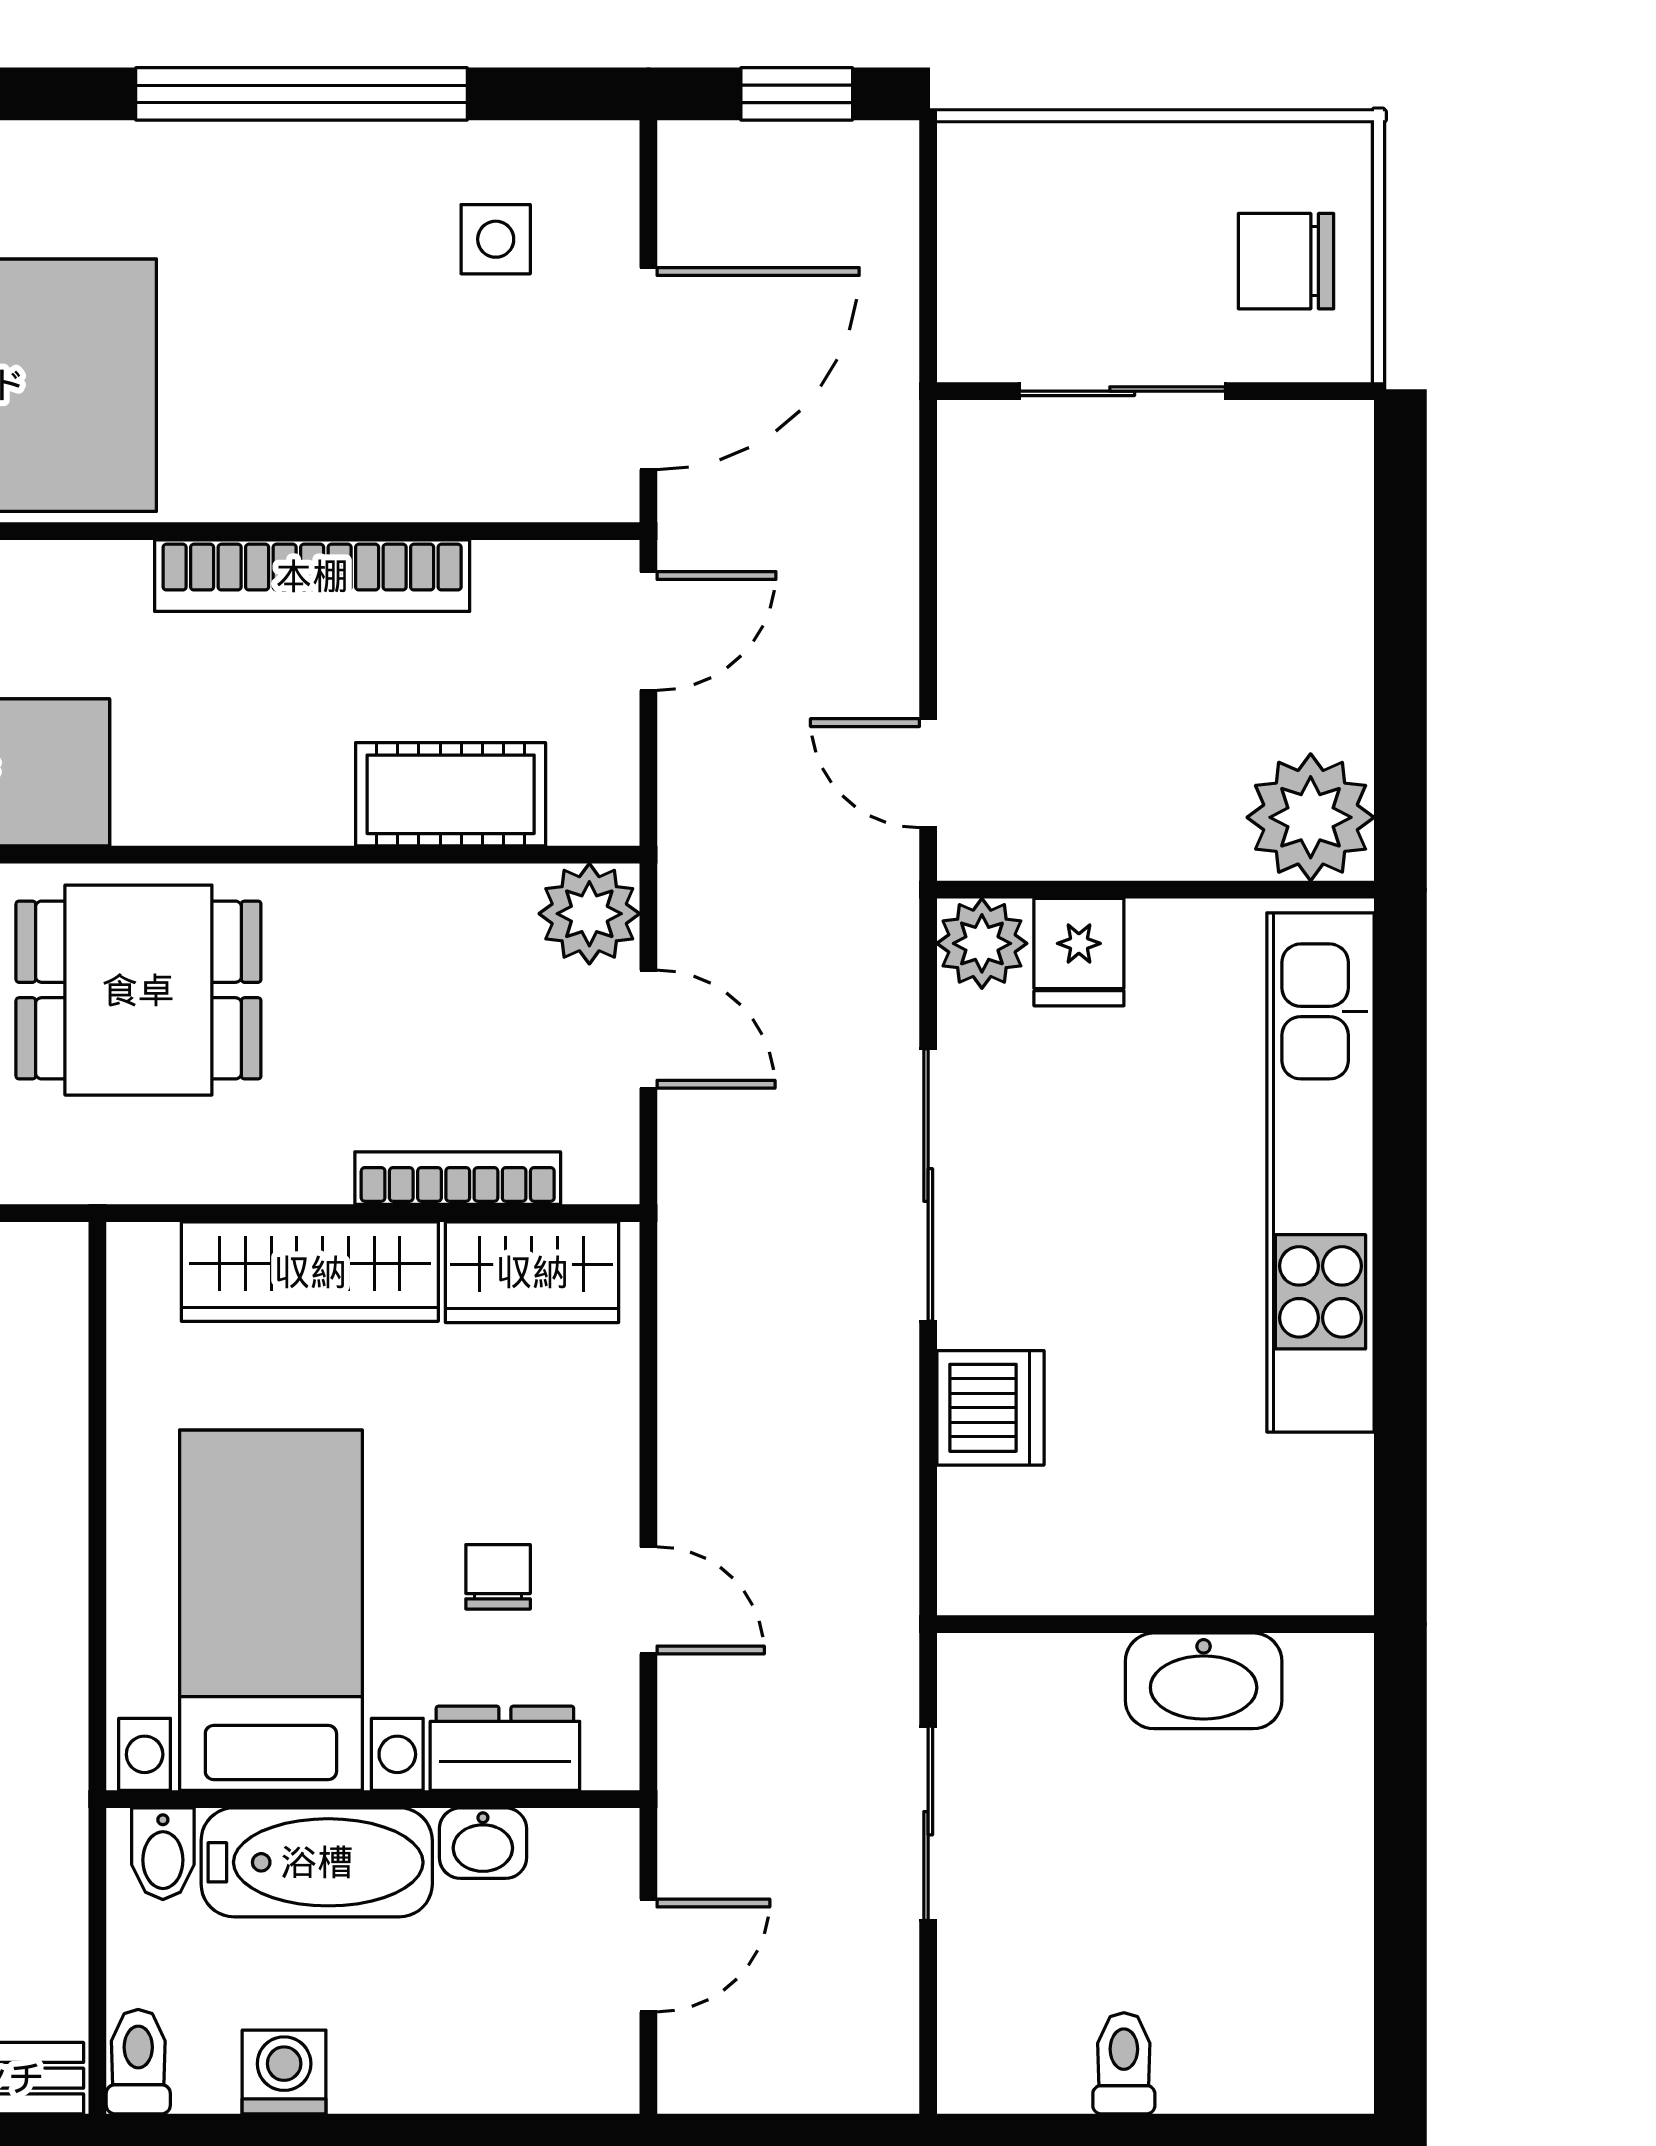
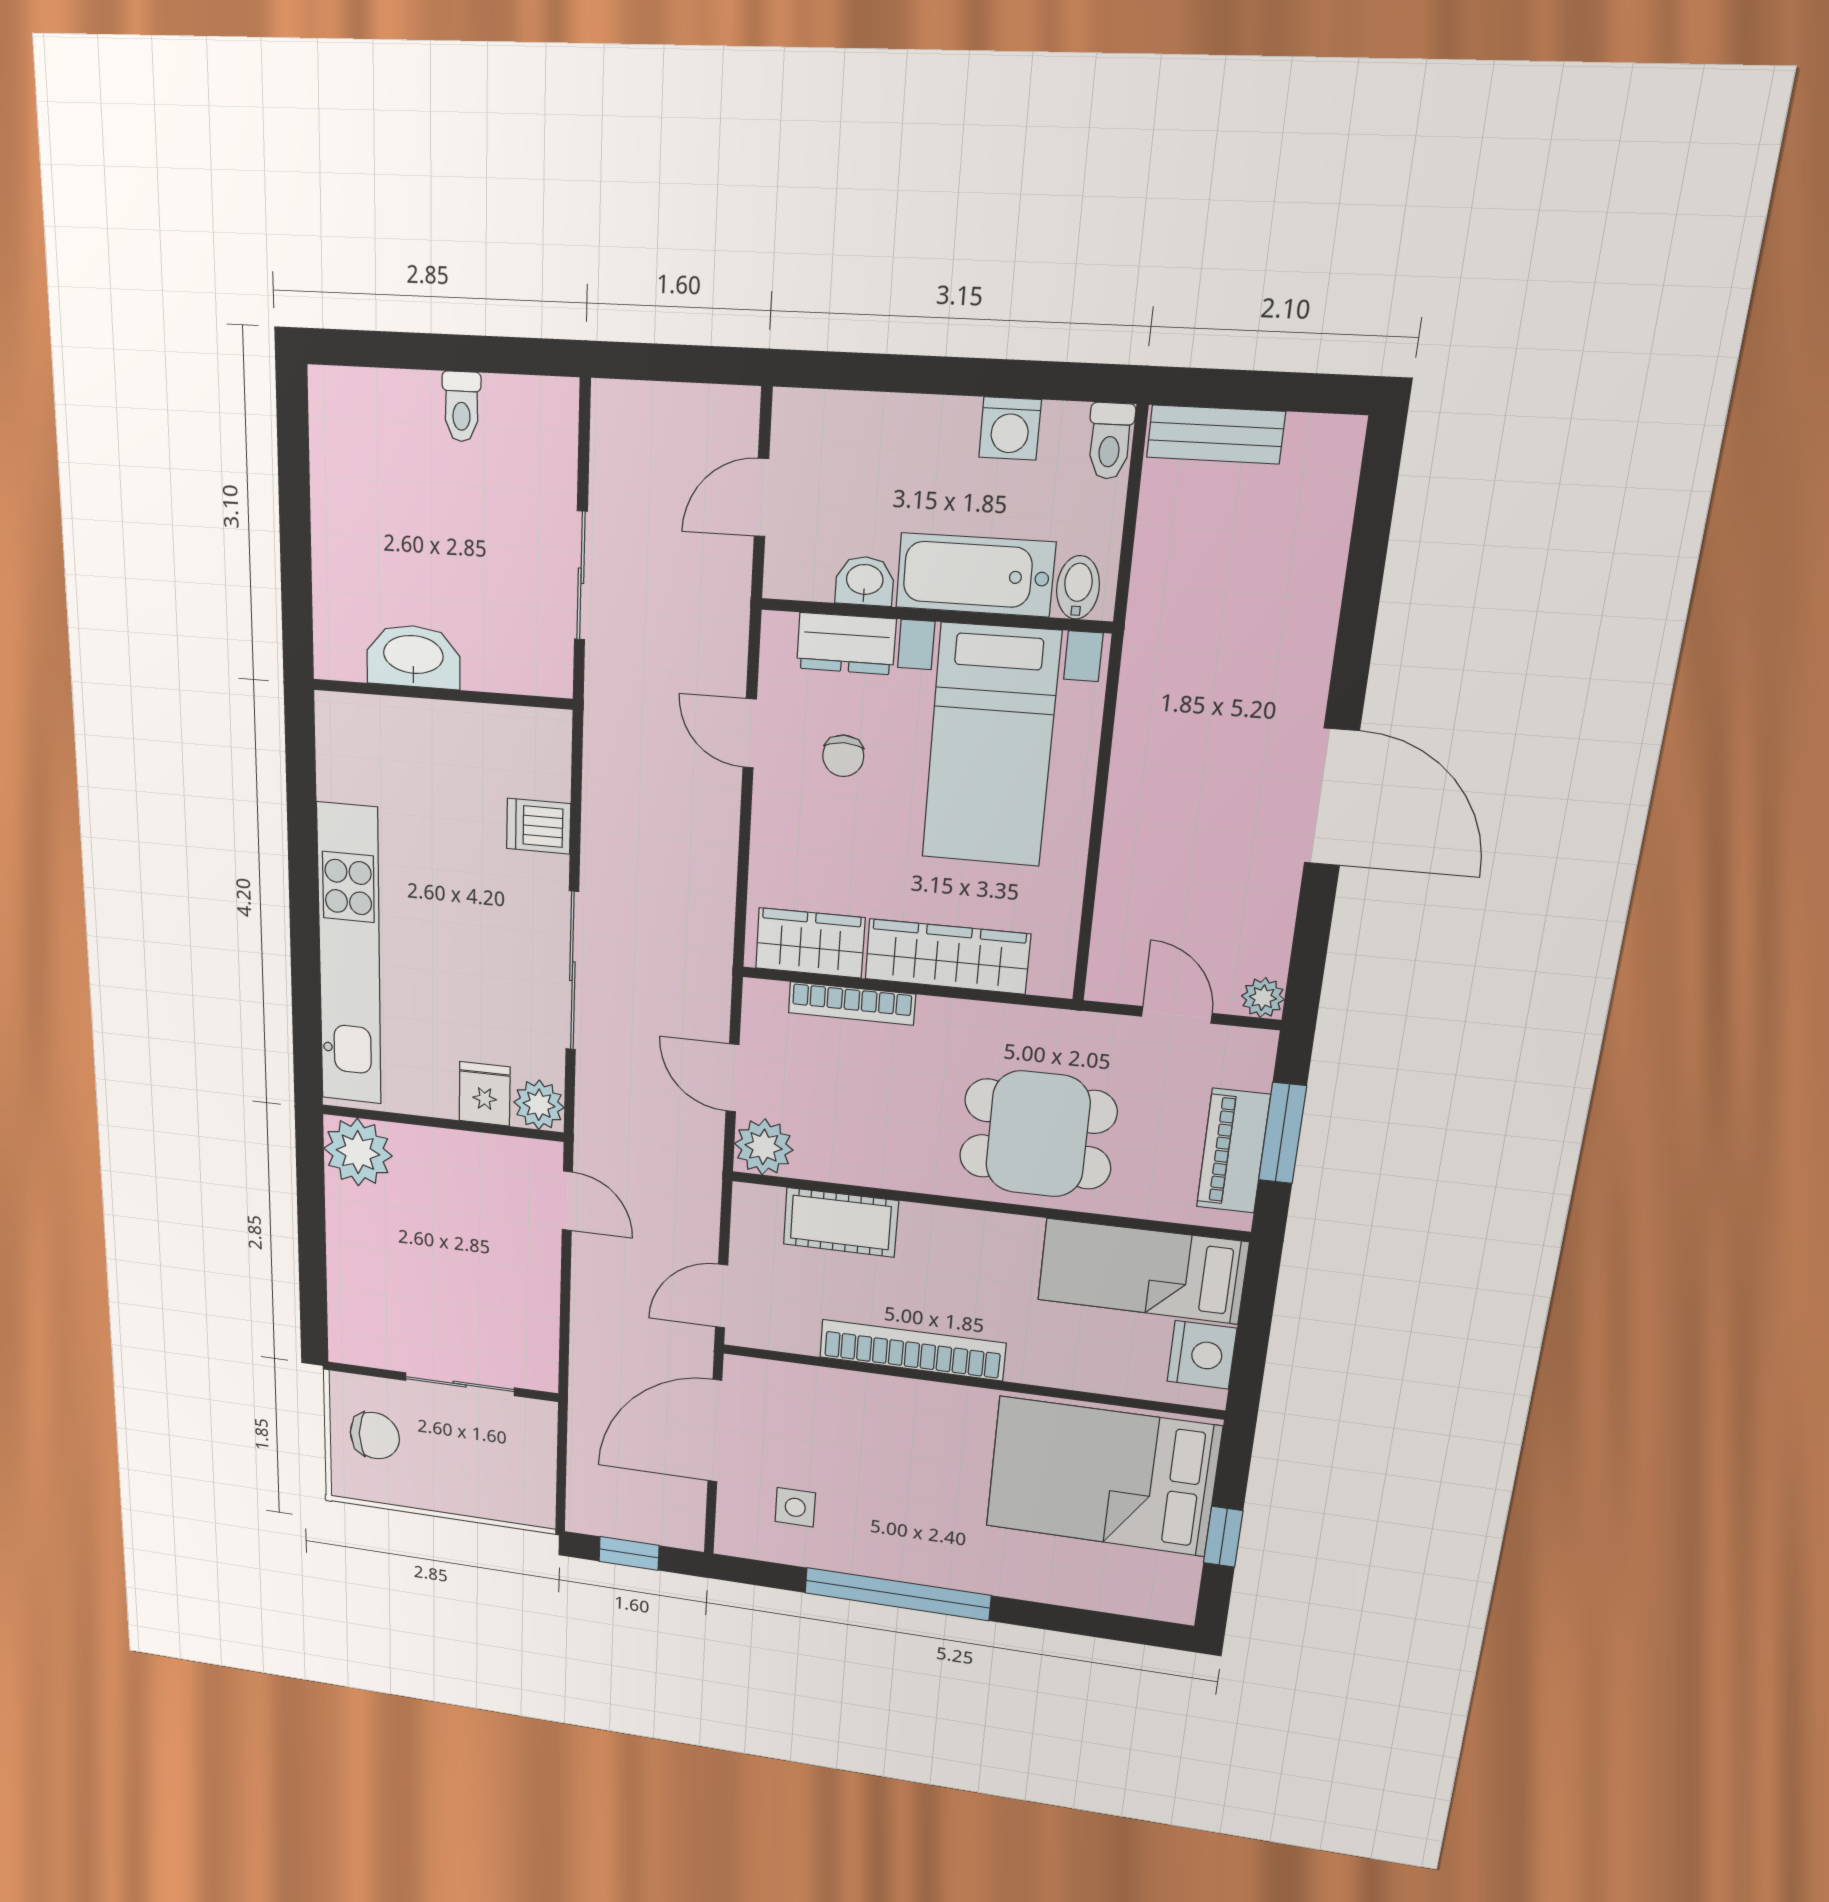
dishwasher: (990, 1408) -> (539, 826), width x0.73

